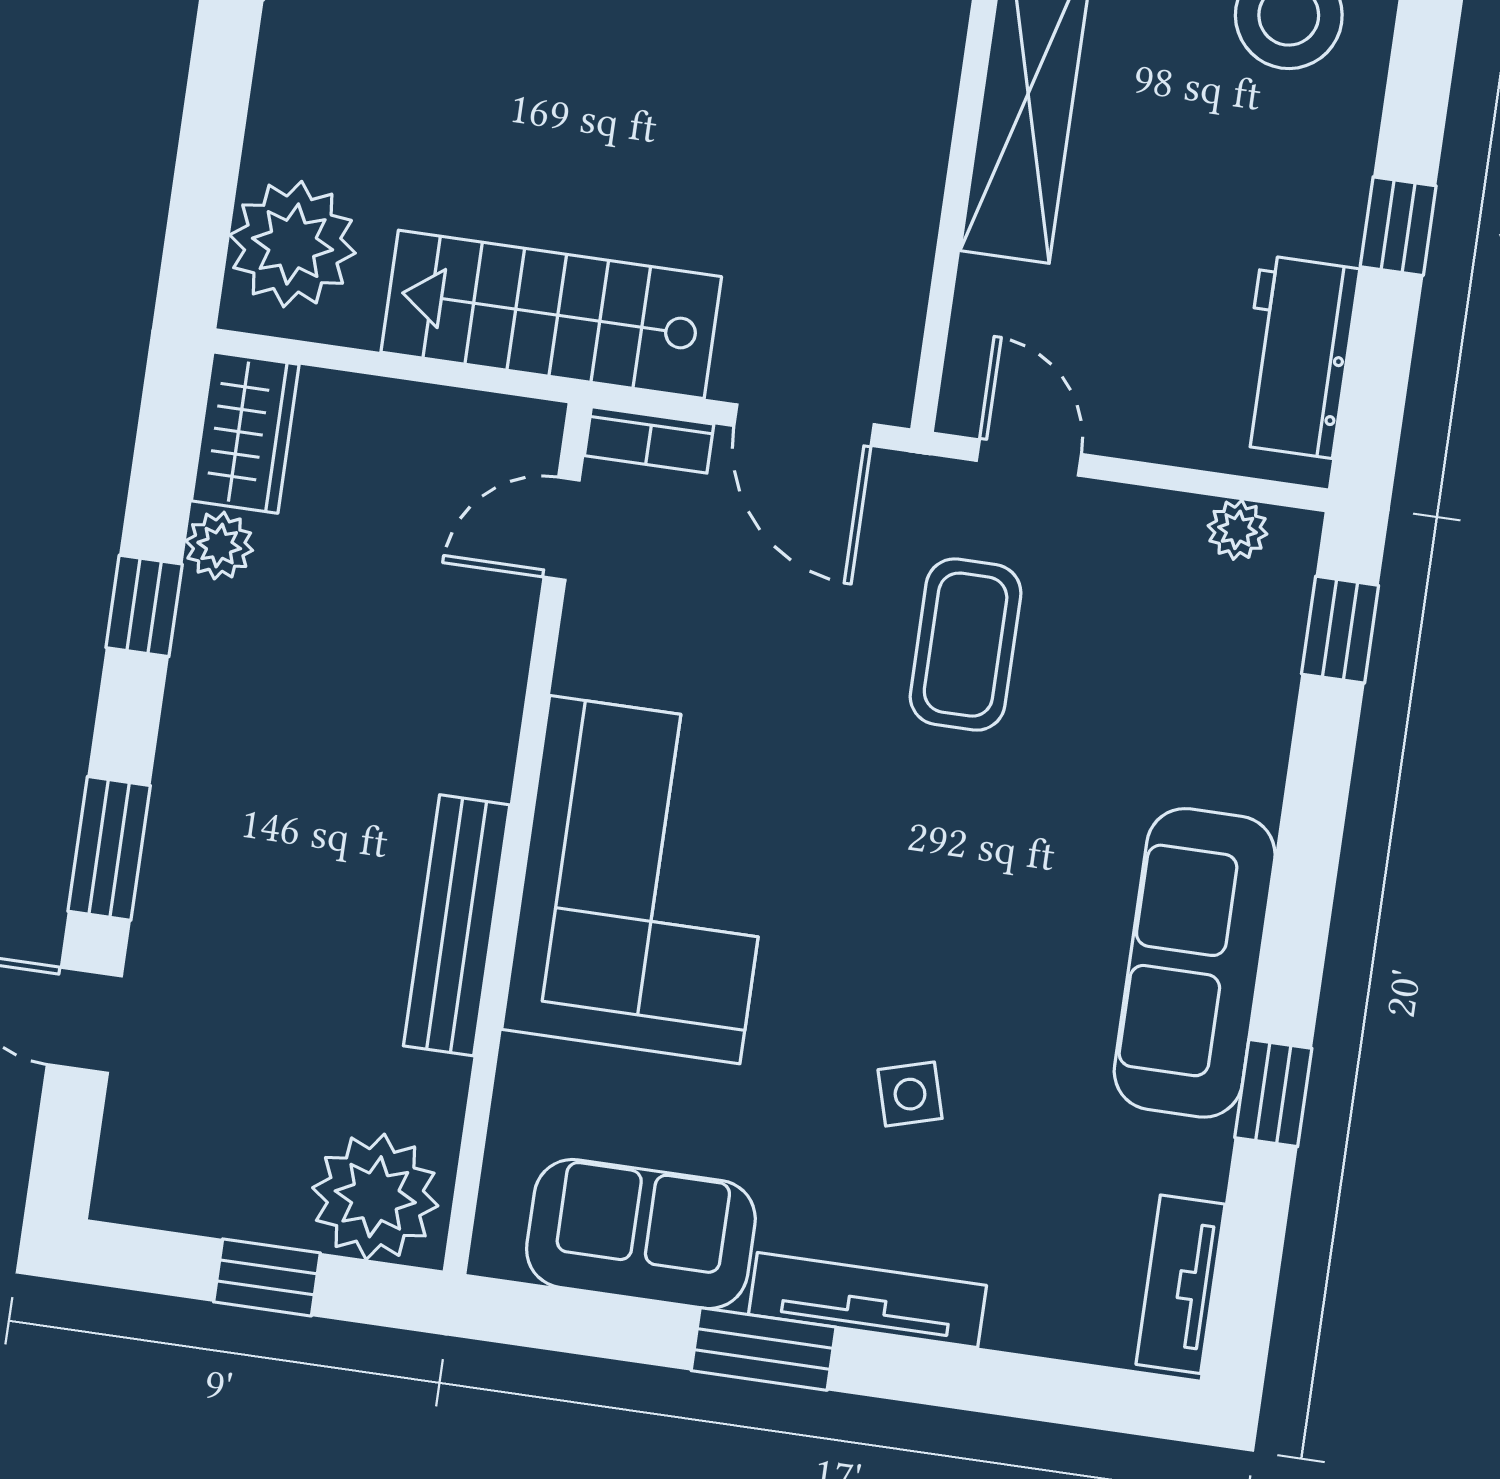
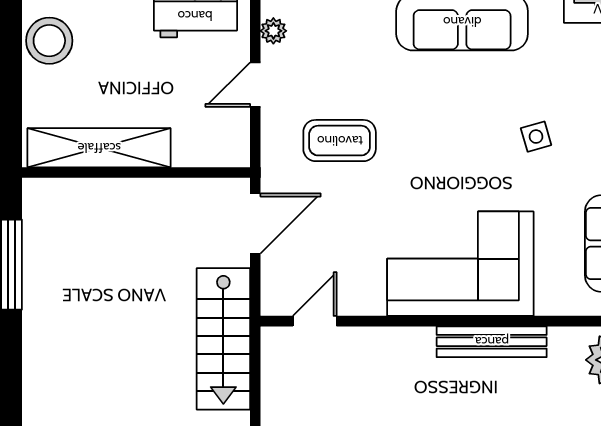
bookcase: (649, 440) -> (271, 289), removed
door: (1029, 457) -> (255, 85), moved
door: (562, 529) -> (315, 321), swing flipped

